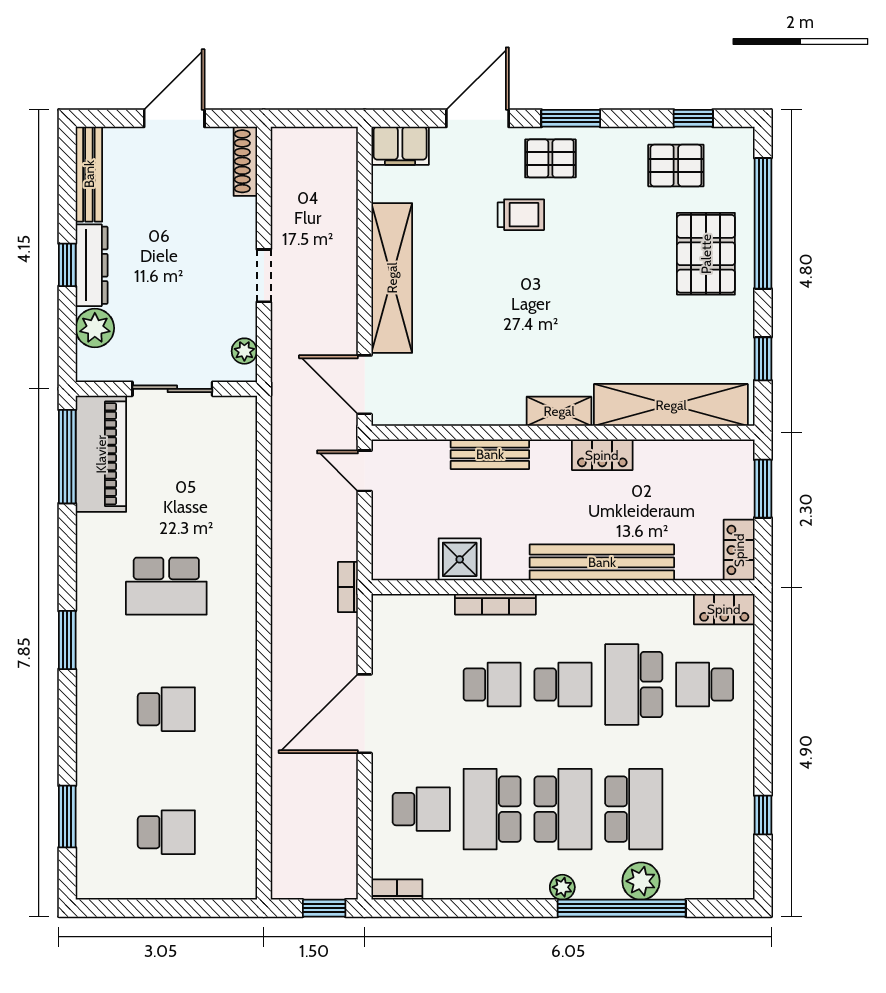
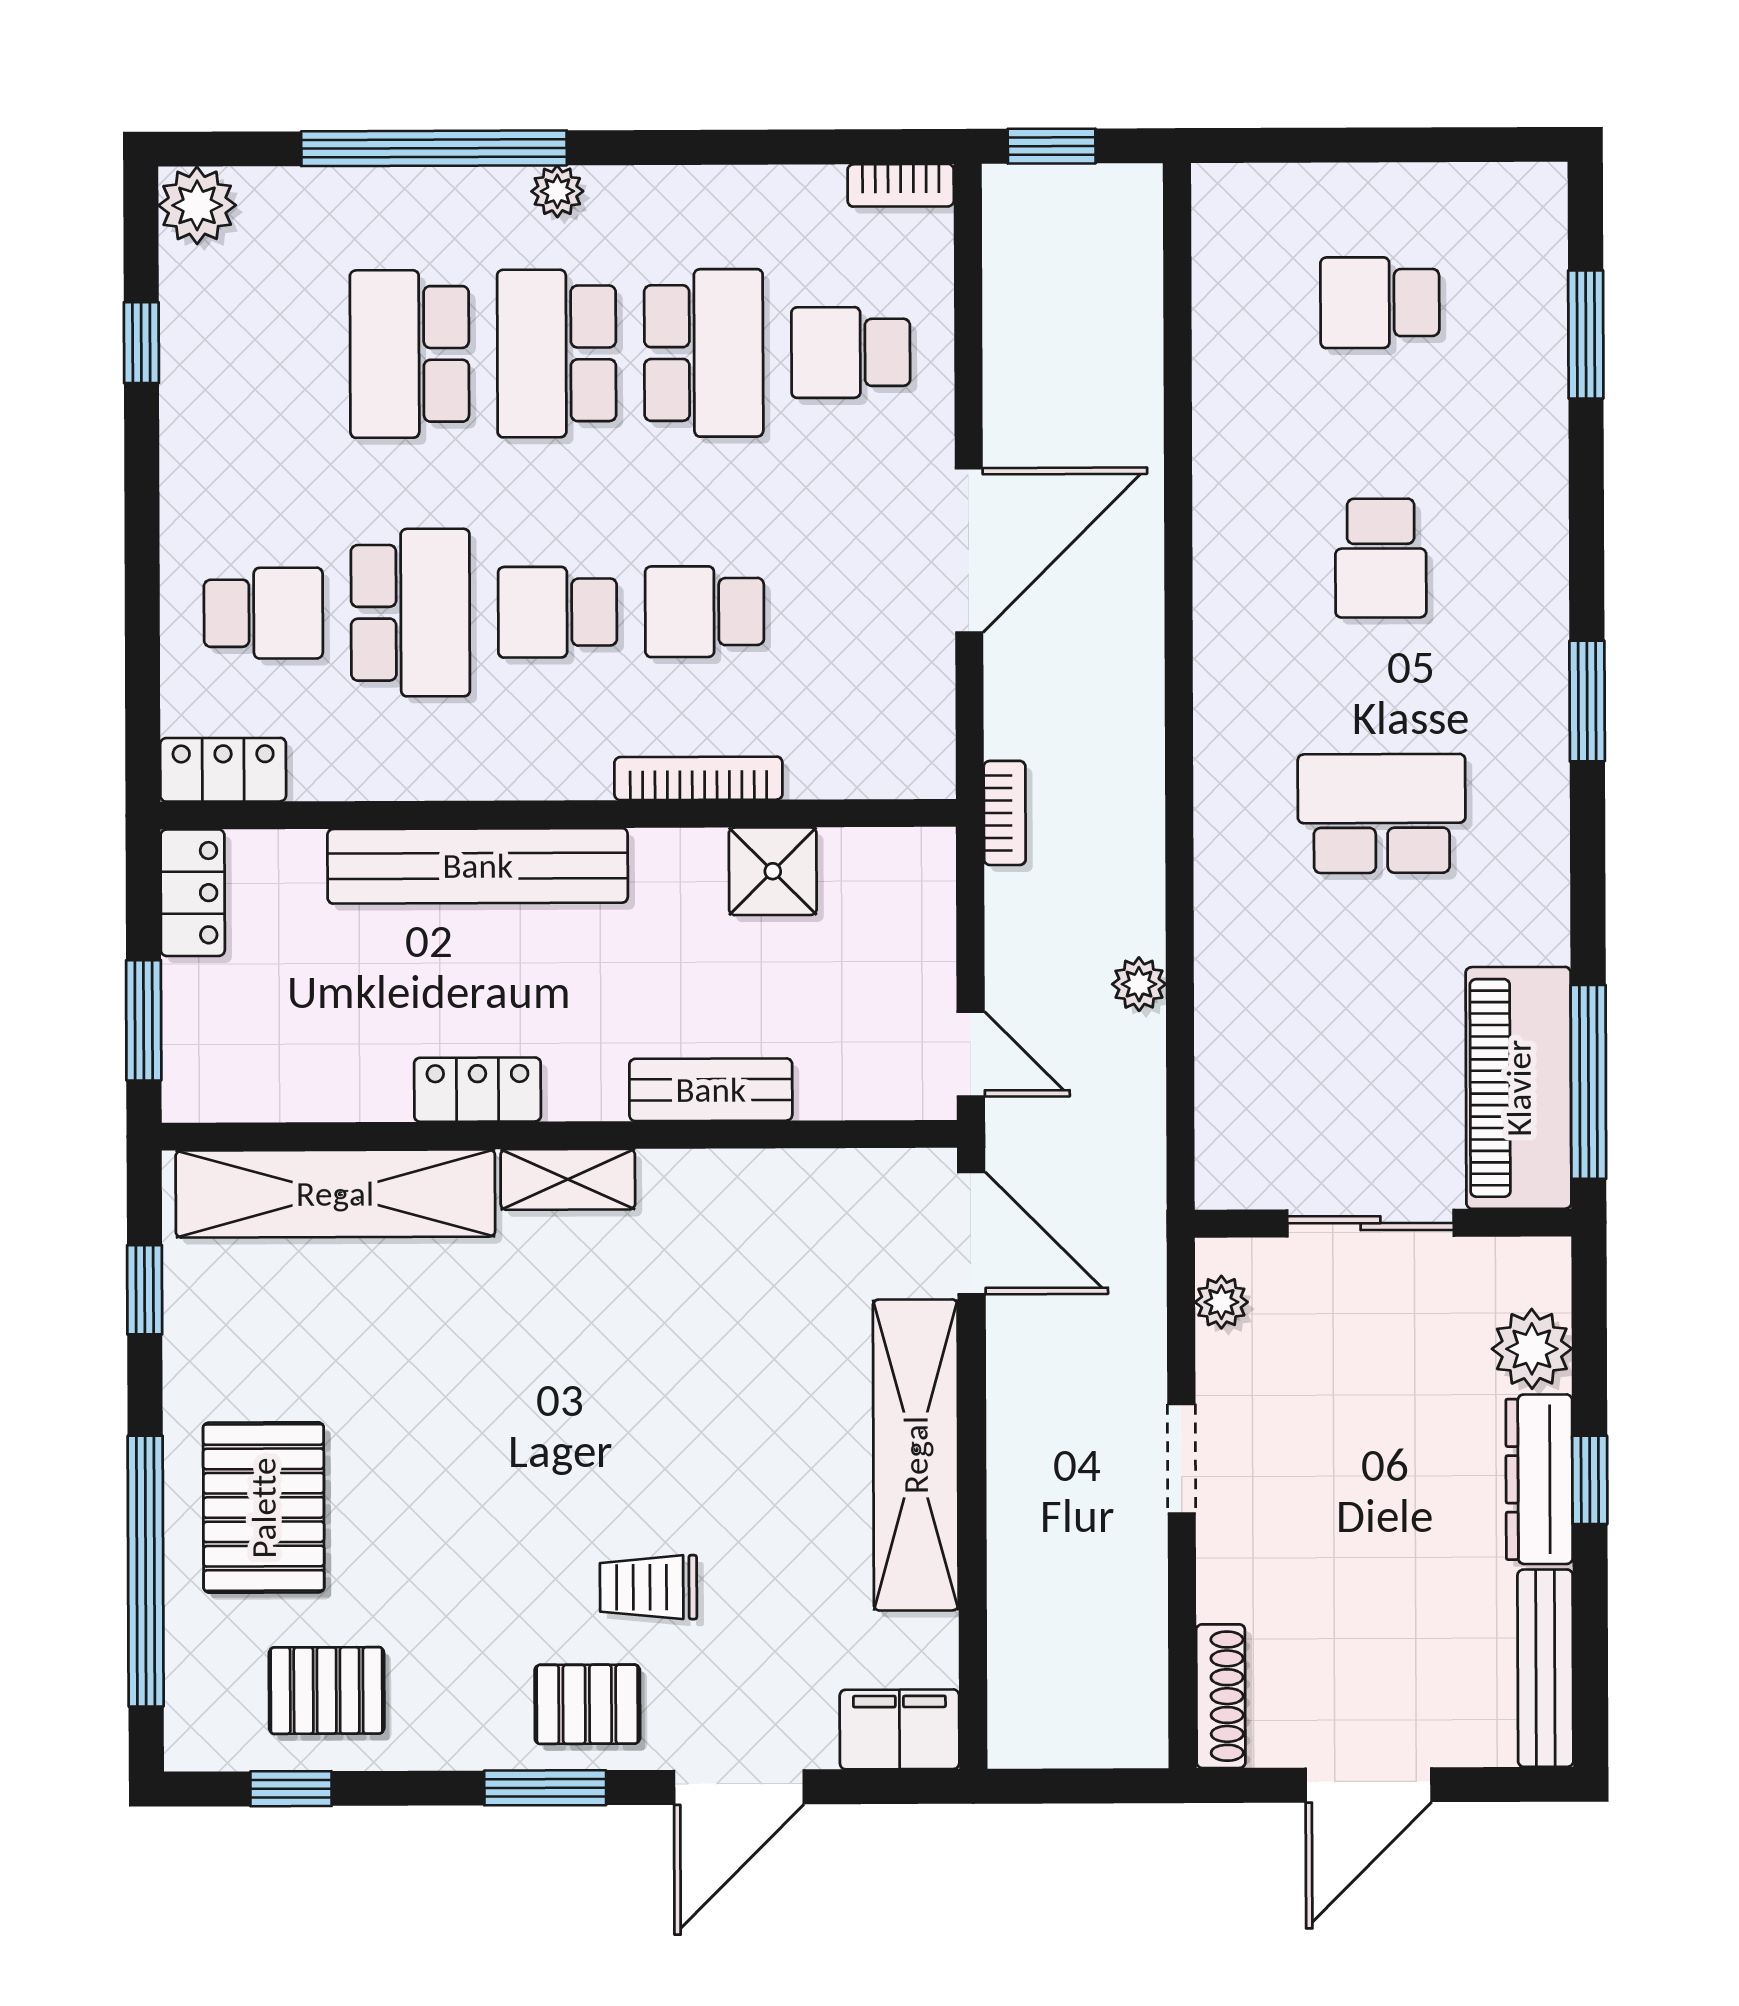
plant: (283, 504) -> (1139, 984), added
school desk: (166, 709) -> (1381, 558), turned -90
plant: (641, 881) -> (197, 205), moved

